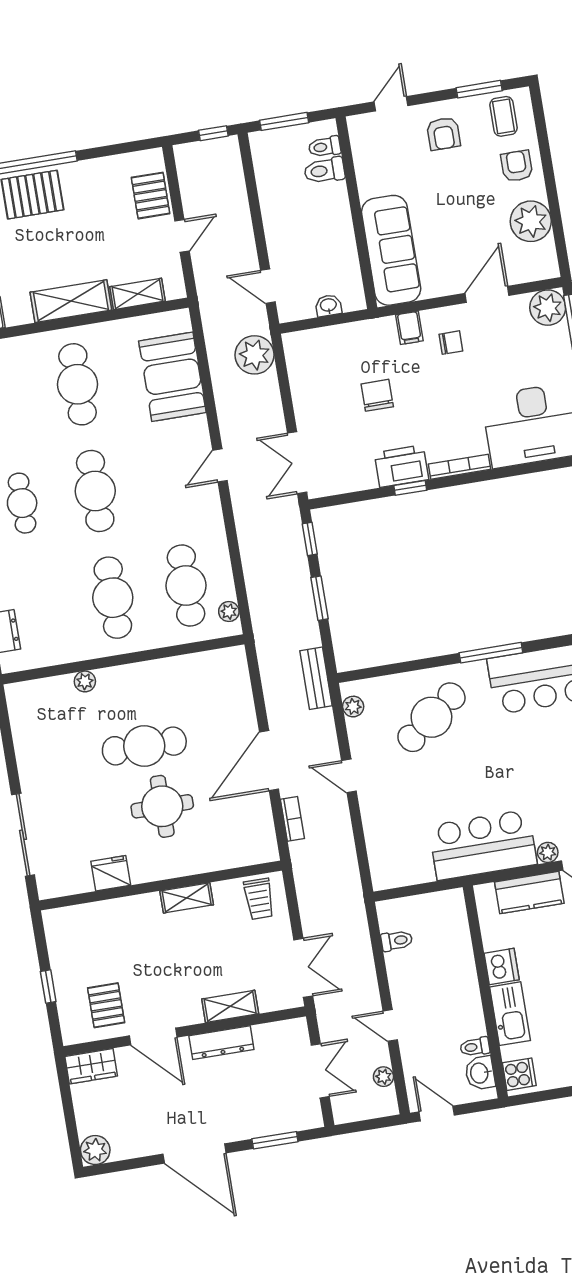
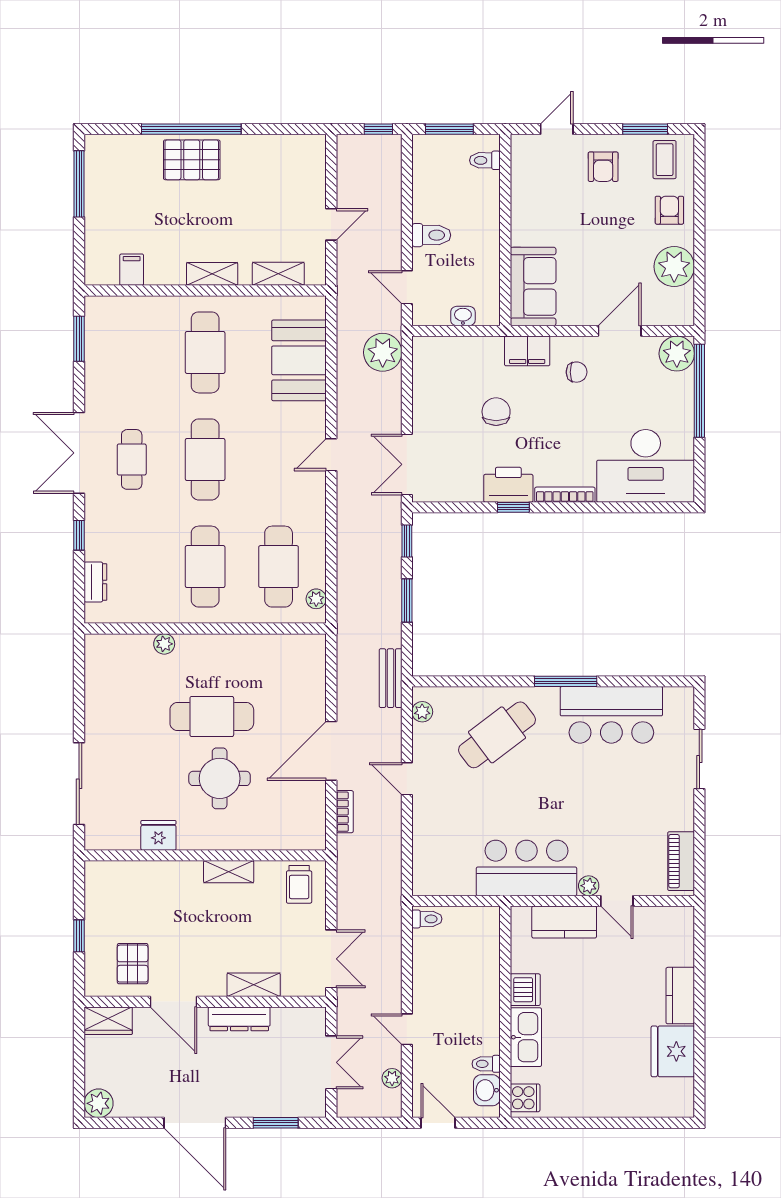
toilet: (324, 170) -> (431, 235), moved, turned 180
pallet: (151, 196) -> (307, 180), removed
sofa: (391, 250) -> (533, 286), width x0.73
shelving: (71, 301) -> (212, 274), width x0.67, depth x0.75
filing cabinet: (409, 328) -> (527, 351), width x2.00
toilet: (397, 941) -> (427, 919), moved

